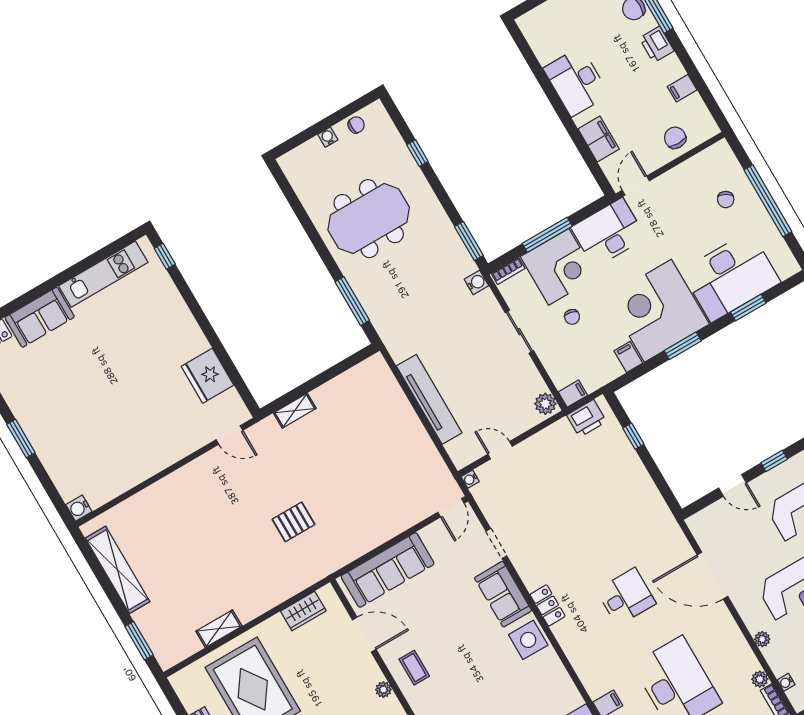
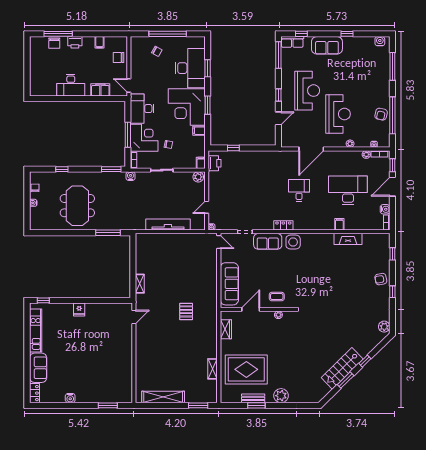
fridge: (208, 376) -> (79, 309), moved, width x0.53, depth x0.75
window: (21, 439) -> (108, 405), moved
water cooler: (79, 508) -> (70, 398), moved

